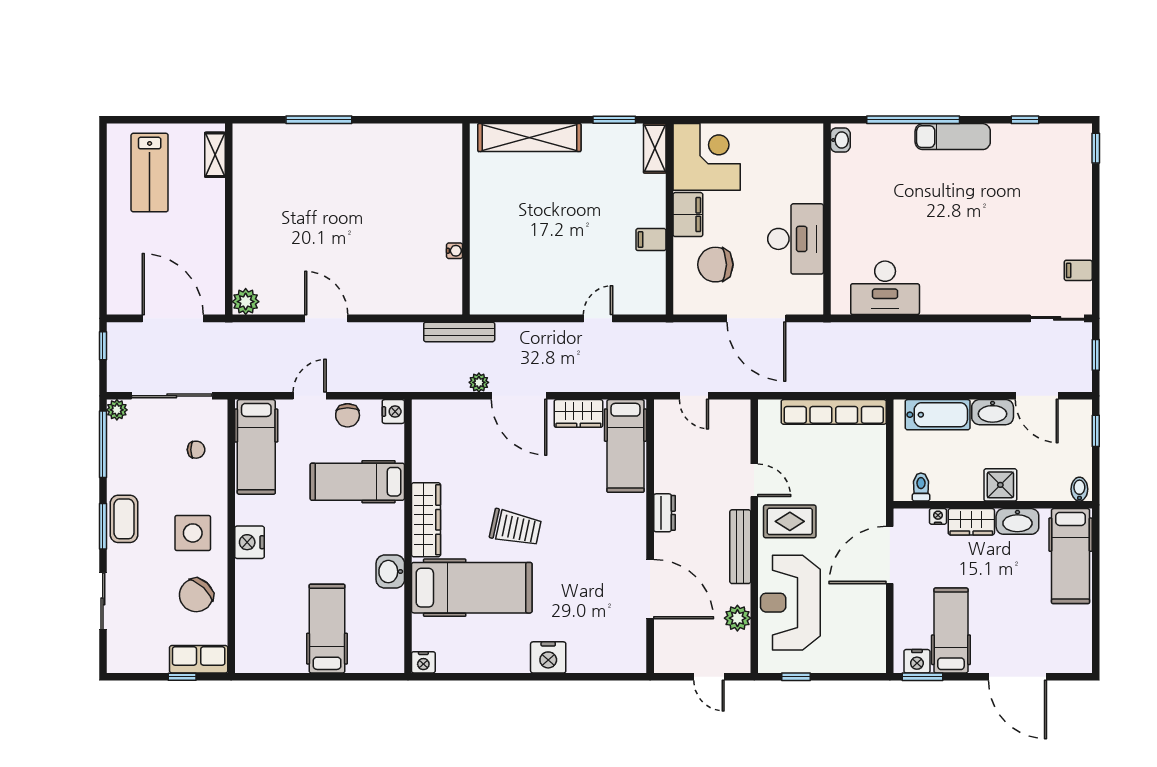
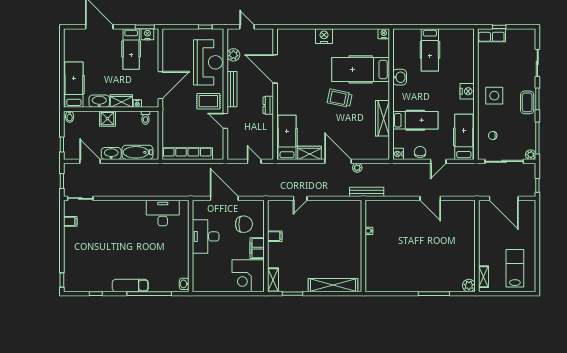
plant: (246, 302) -> (469, 285), moved
wardrobe: (426, 520) -> (383, 118), moved
chair: (196, 595) -> (493, 66), removed

